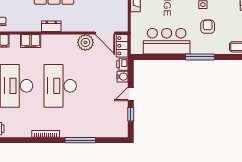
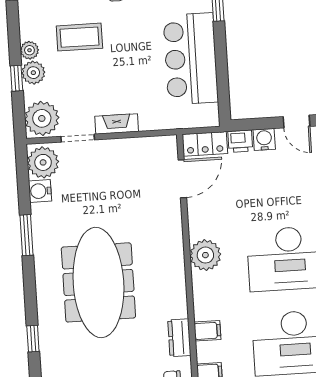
dresser: (51, 26) -> (179, 338), moved
filing cabinet: (31, 41) -> (207, 331), width x0.50
plant: (85, 42) -> (205, 255), moved

